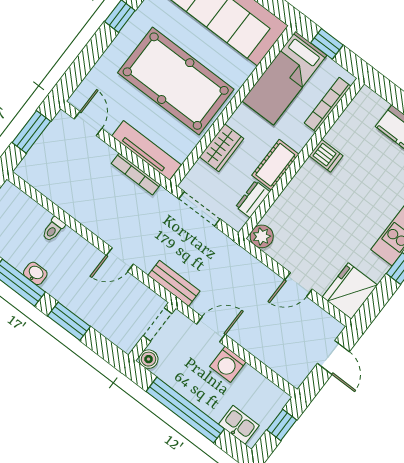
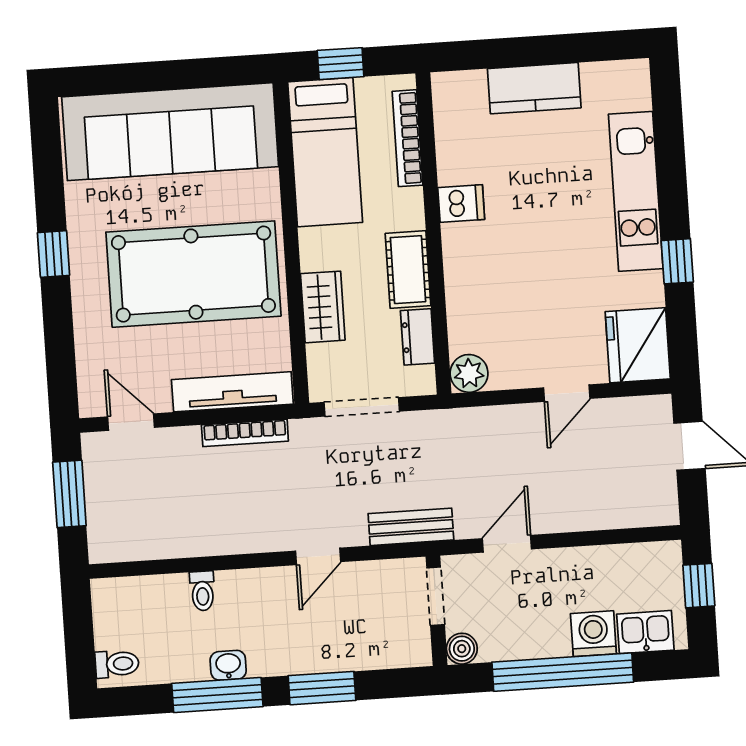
washing machine: (228, 364) -> (593, 634), moved, turned 180

